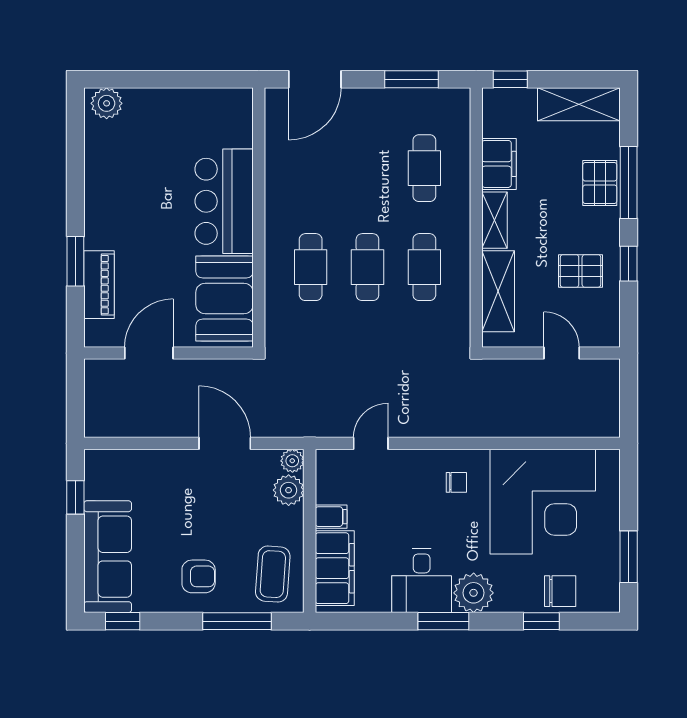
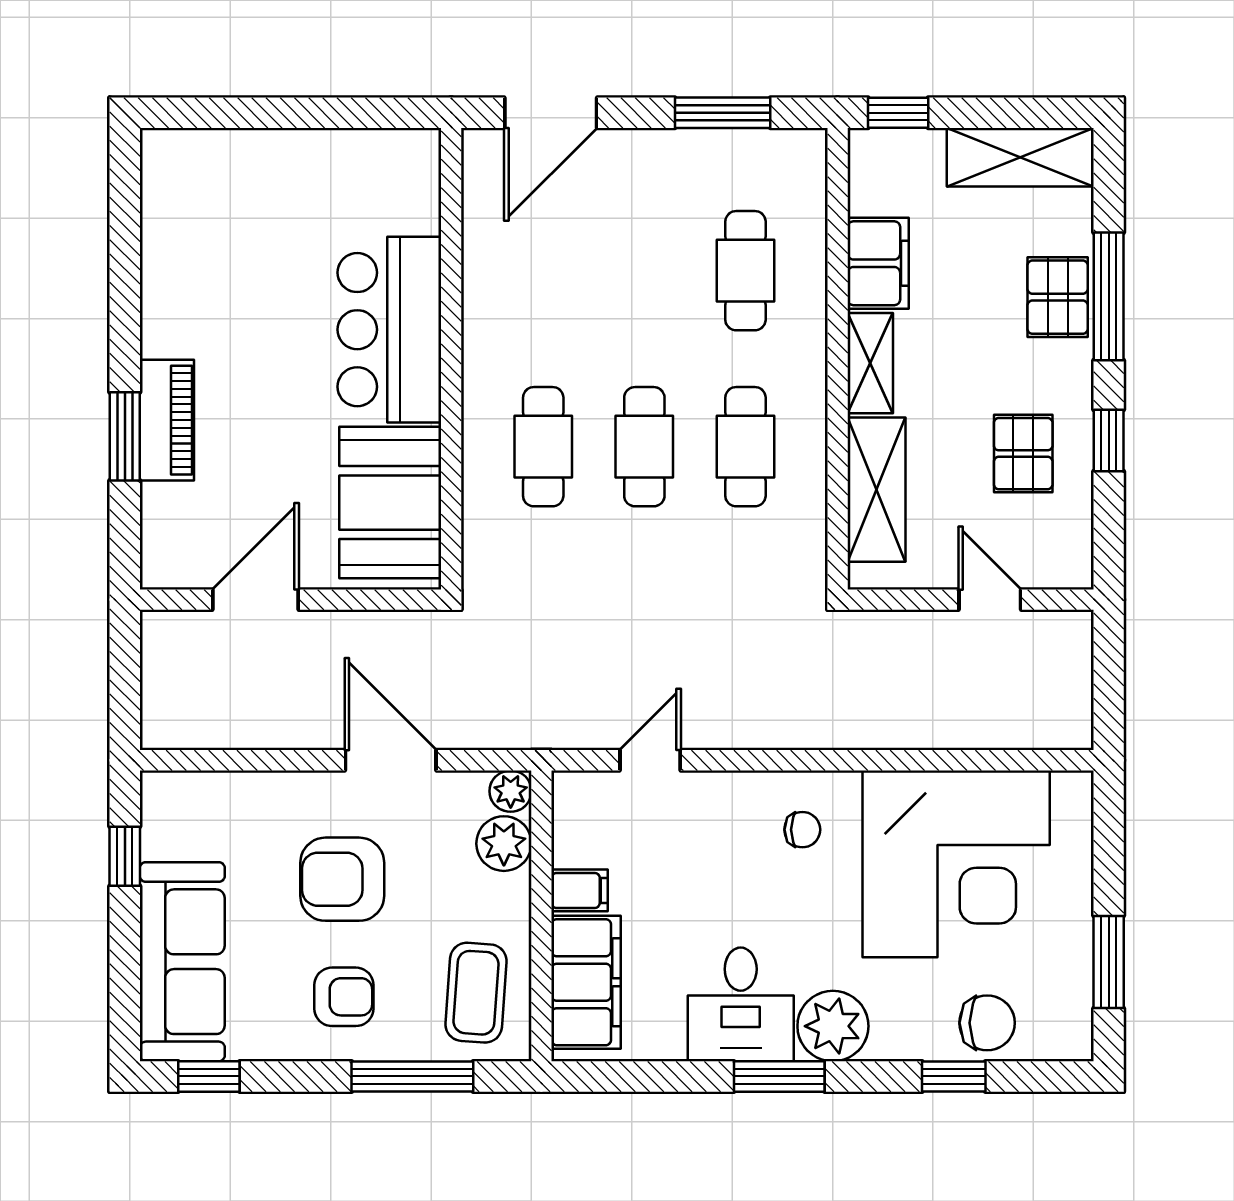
plant: (107, 103) -> (180, 155), removed
pallet: (580, 271) -> (1023, 454), turned 90
piano: (99, 285) -> (167, 420), moved
armchair: (198, 510) -> (342, 879), added

